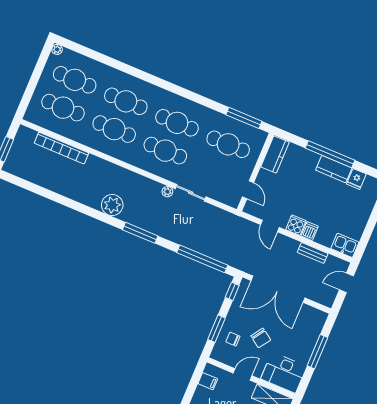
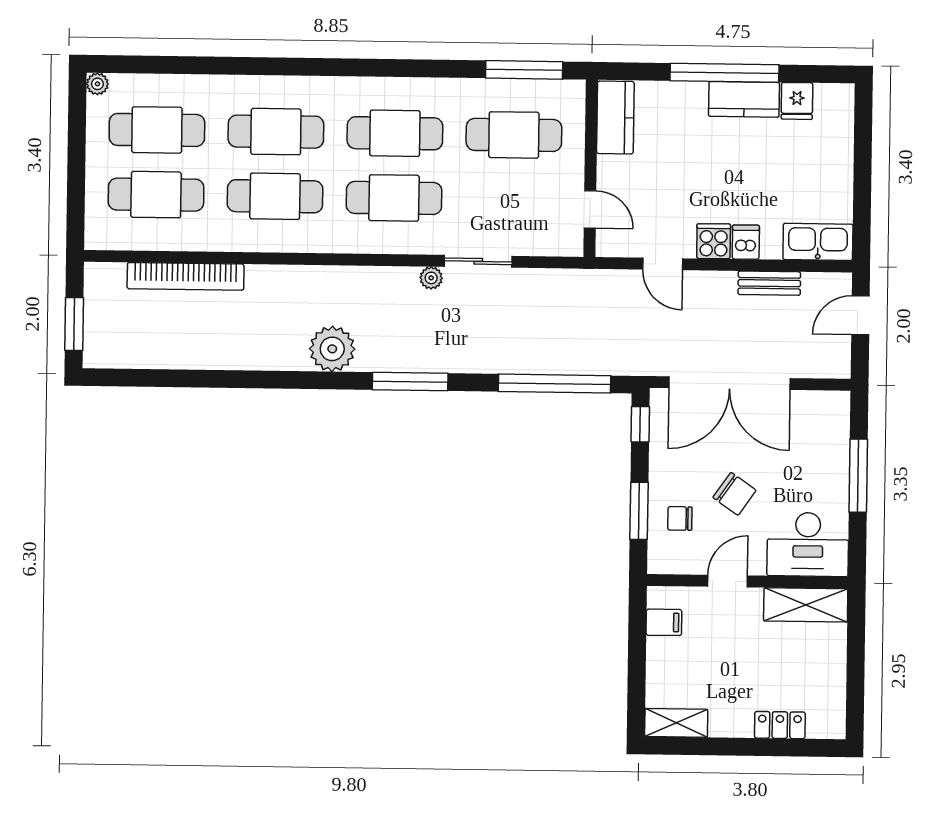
kitchen sink: (345, 245) -> (818, 242), width x1.38

